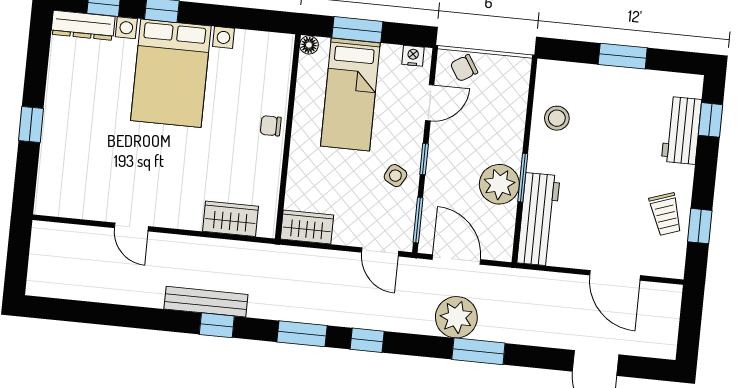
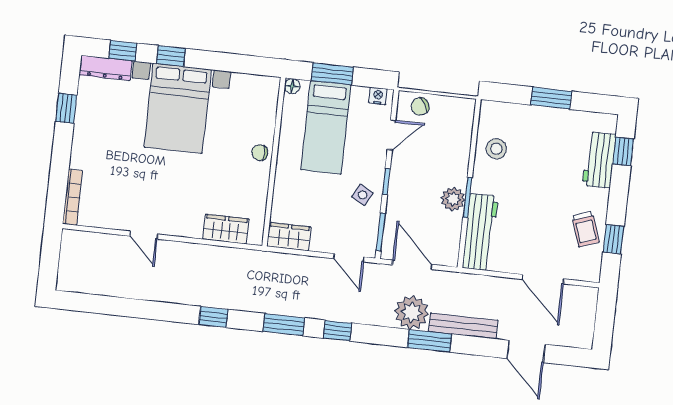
window: (31, 125) -> (66, 108), moved
bookcase: (45, 182) -> (73, 197), added
plant: (499, 184) -> (453, 199), width x0.73, depth x0.73
bench: (206, 302) -> (463, 326), moved

